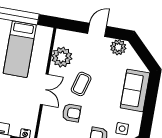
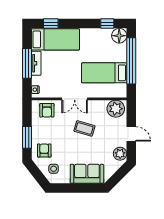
plant: (62, 57) -> (116, 109), moved
armchair: (71, 113) -> (47, 110), moved

